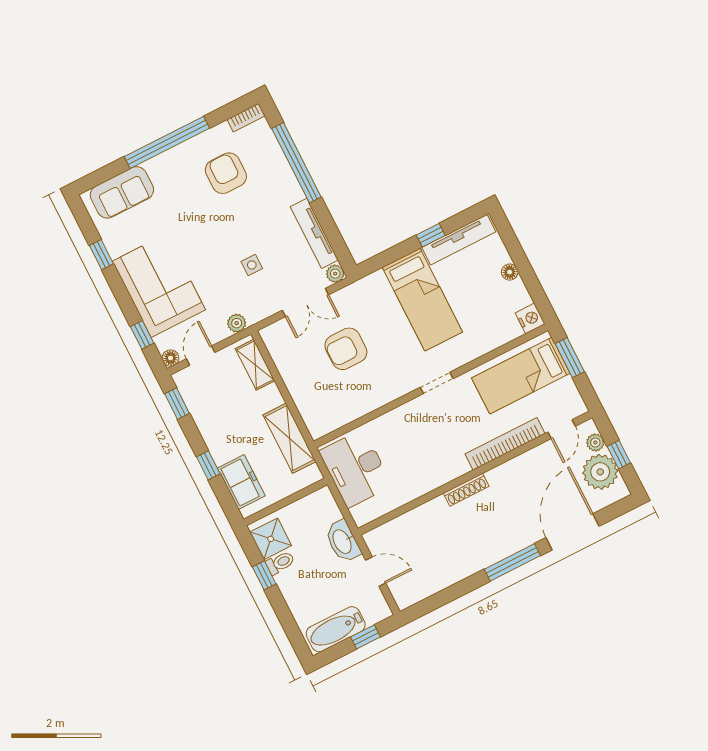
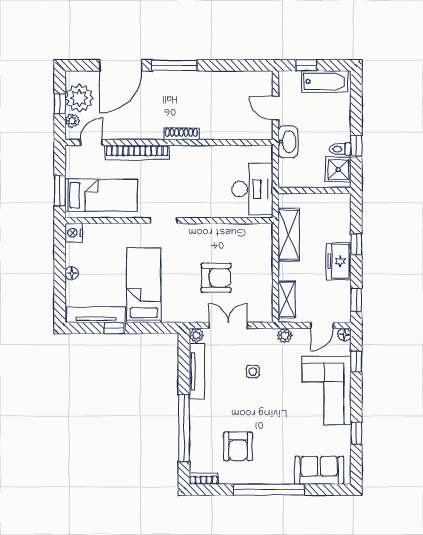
freezer: (241, 482) -> (339, 261), moved

